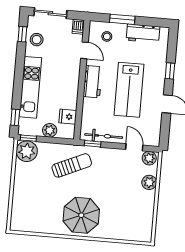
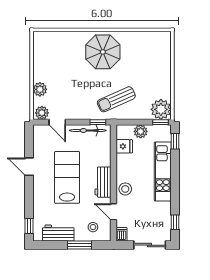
stool: (37, 40) -> (125, 189), moved
window: (170, 71) -> (29, 226), moved

